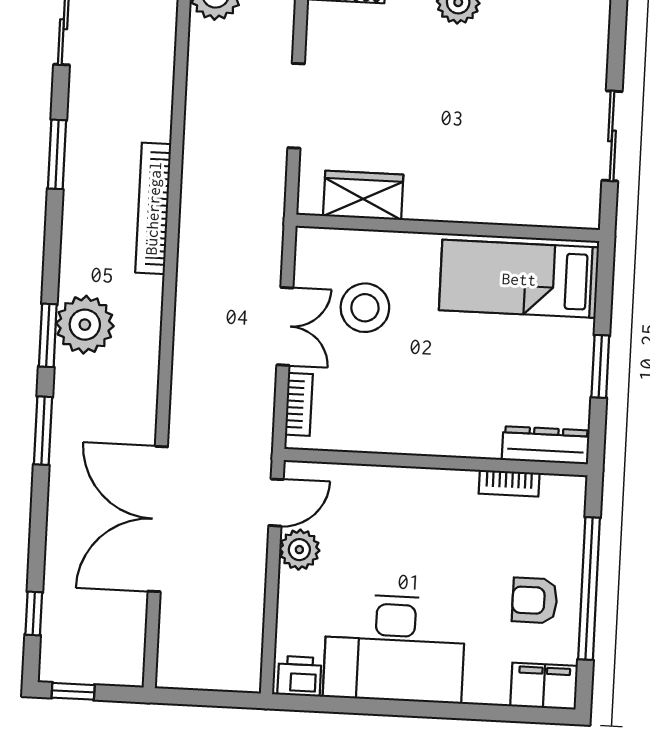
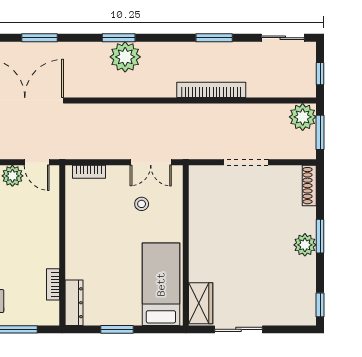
wardrobe: (363, 195) -> (201, 303), moved
bookcase: (153, 208) -> (211, 90), moved
stool: (365, 308) -> (142, 204), width x0.53, depth x0.53
double door: (285, 326) -> (151, 162), moved
window: (43, 431) -> (39, 38), moved

